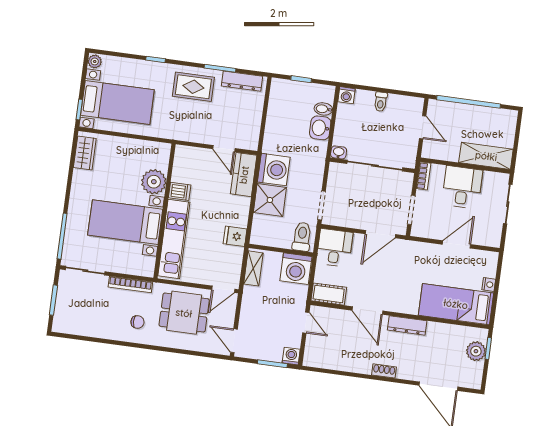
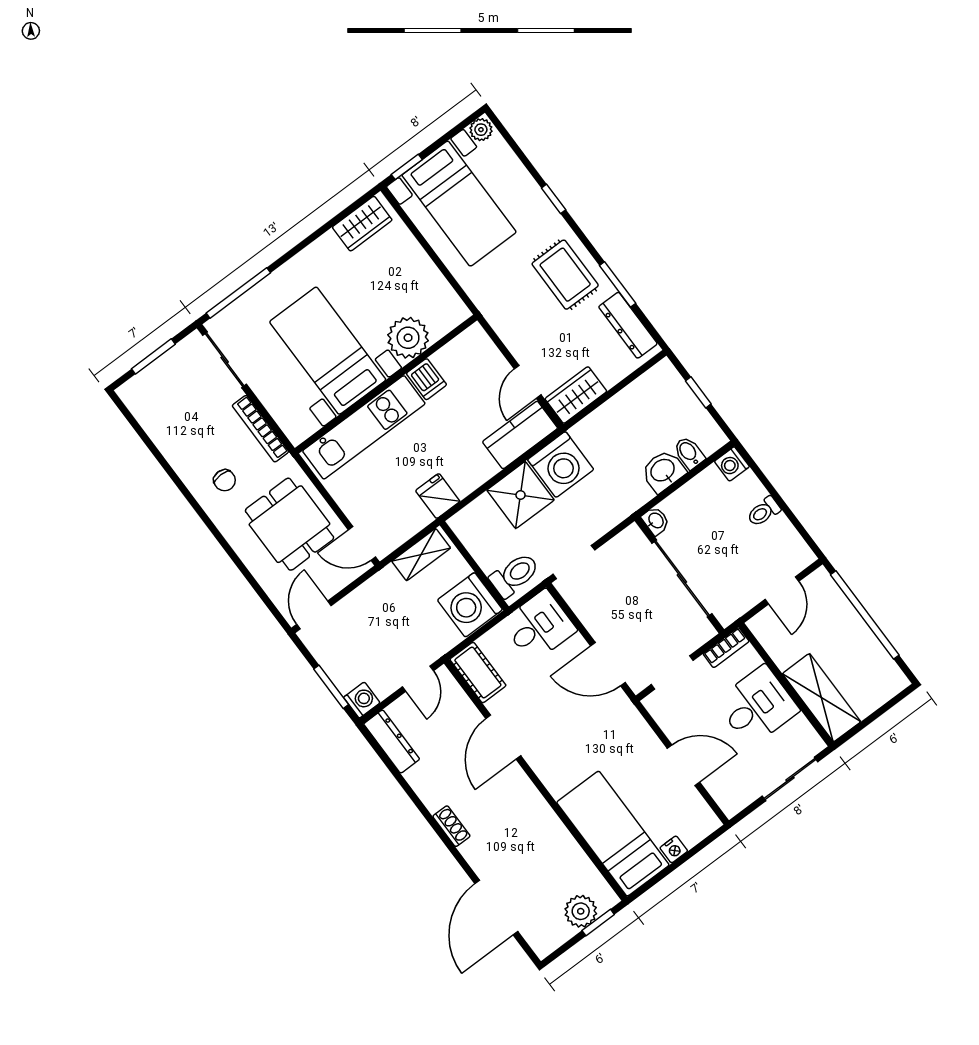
wardrobe: (250, 133) -> (576, 395), added
dresser: (407, 325) -> (392, 742), moved, turned 180

